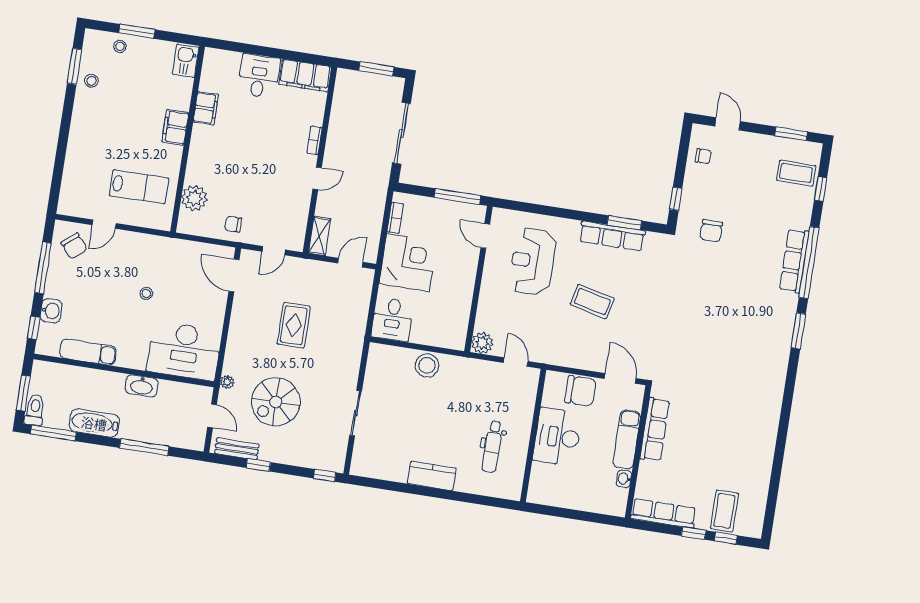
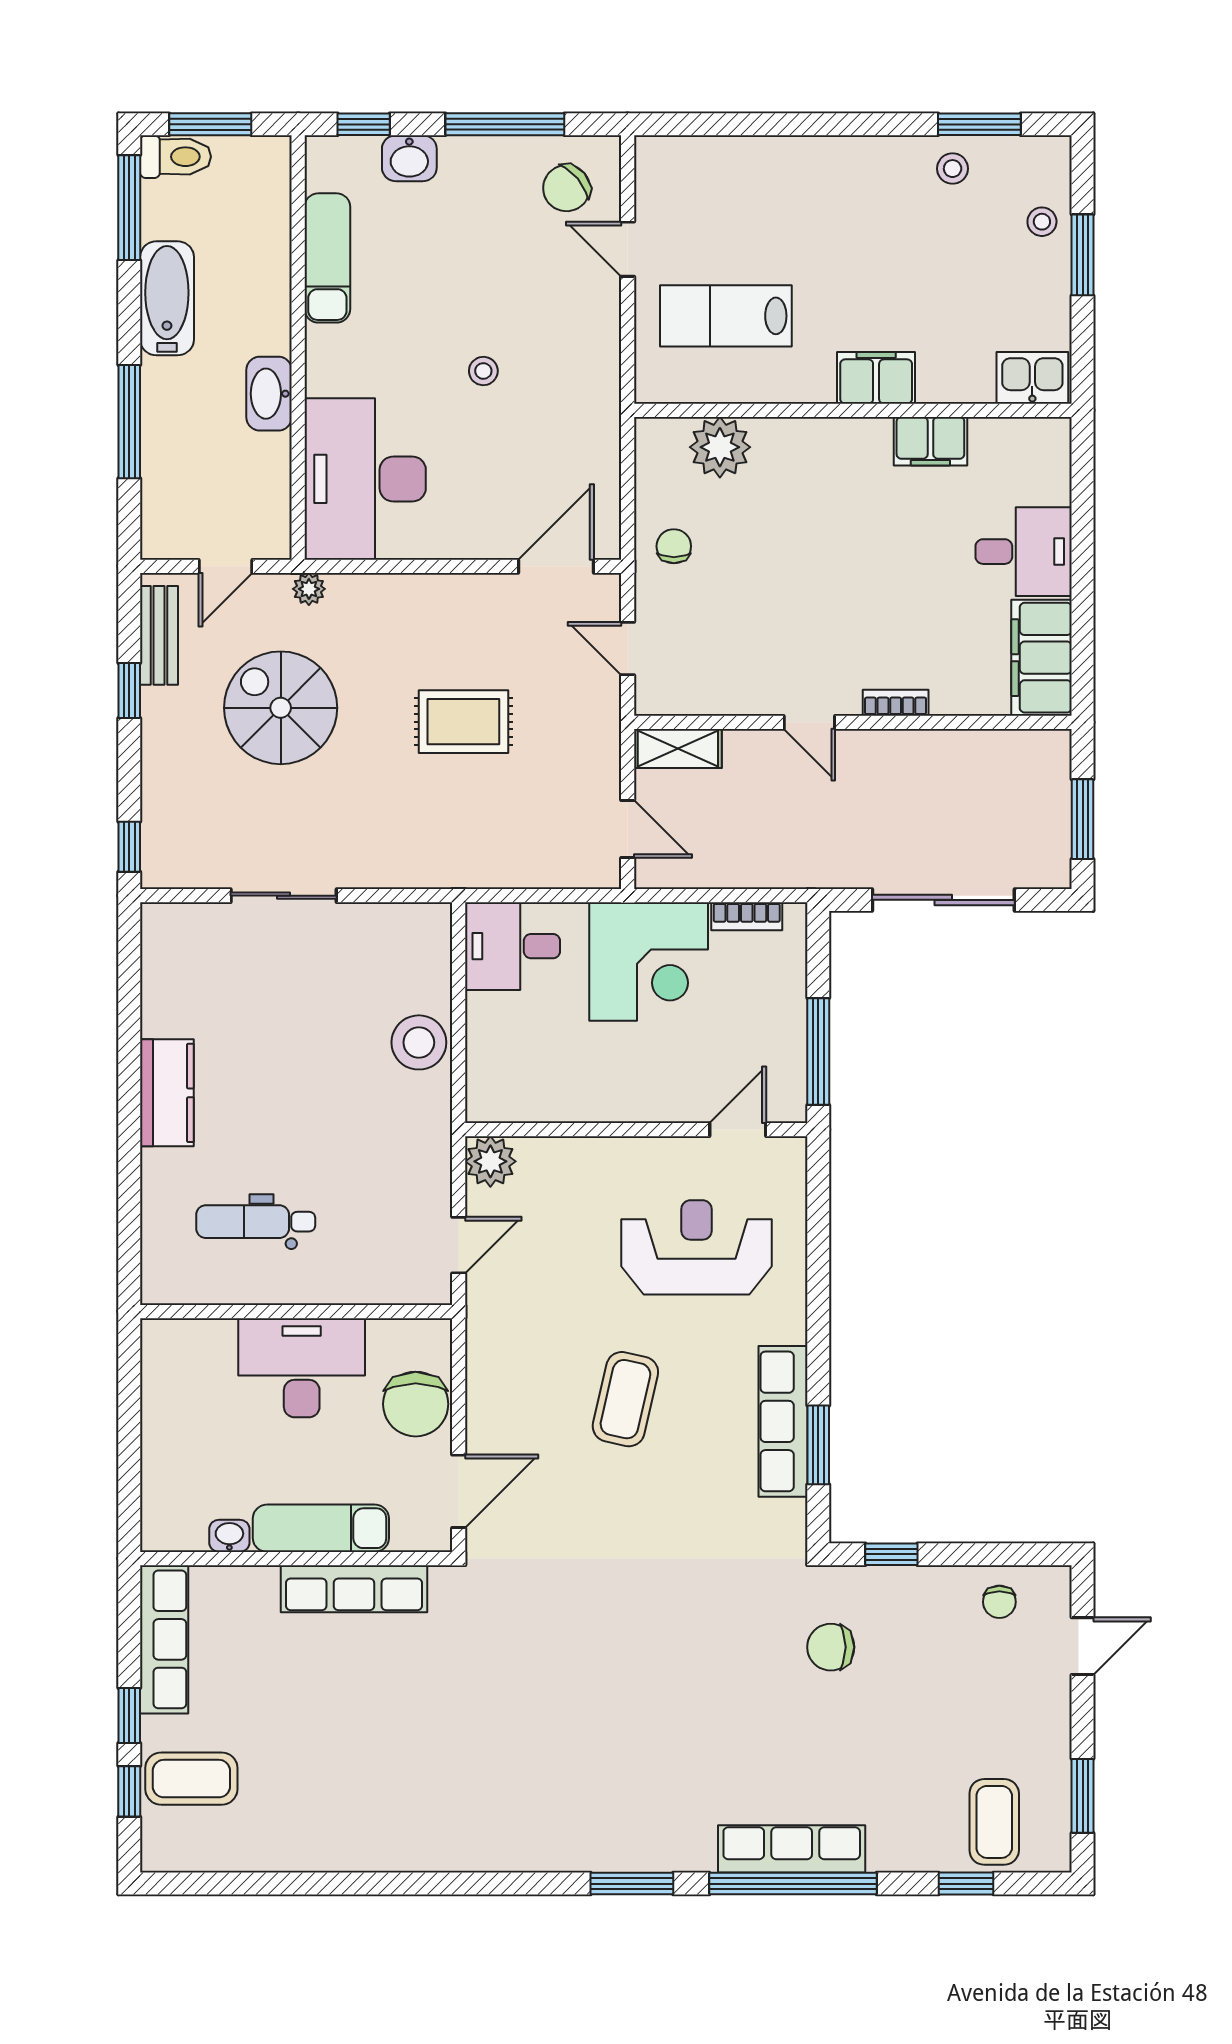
lab bench: (139, 187) -> (726, 316), turned 90

